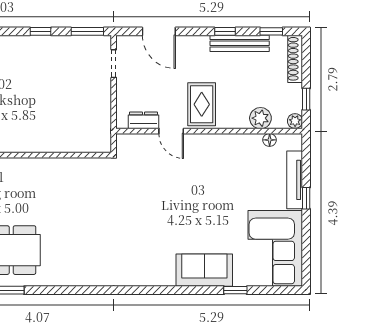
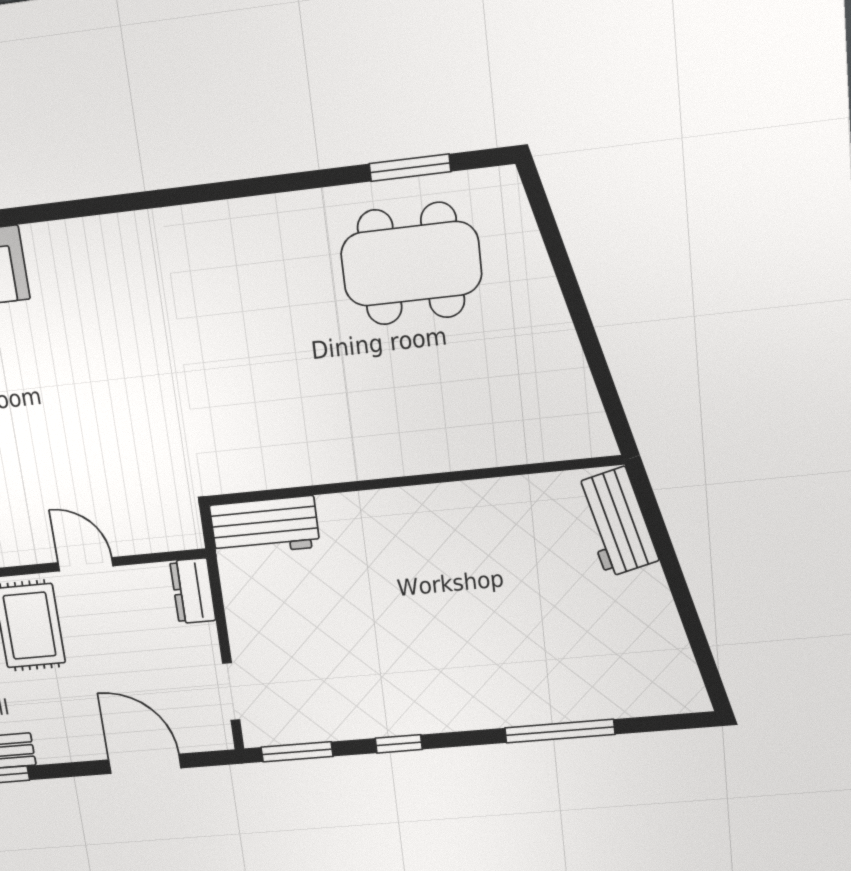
dresser: (143, 120) -> (193, 591), moved, turned 90
workbench: (88, 141) -> (265, 526), added

